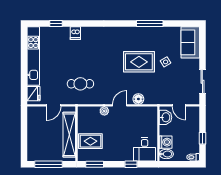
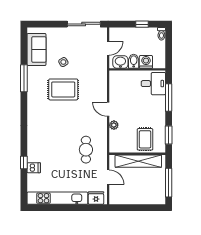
window: (56, 24) -> (24, 162), moved
dishwasher: (75, 33) -> (34, 168), moved
sofa: (190, 42) -> (36, 50), moved, turned -90
rug: (139, 62) -> (63, 89), turned 90
sliding door: (202, 82) -> (84, 24), width x1.37
floor lamp: (138, 99) -> (102, 90), removed
bidet: (166, 154) -> (134, 61), moved
window: (131, 164) -> (169, 97), width x2.17

